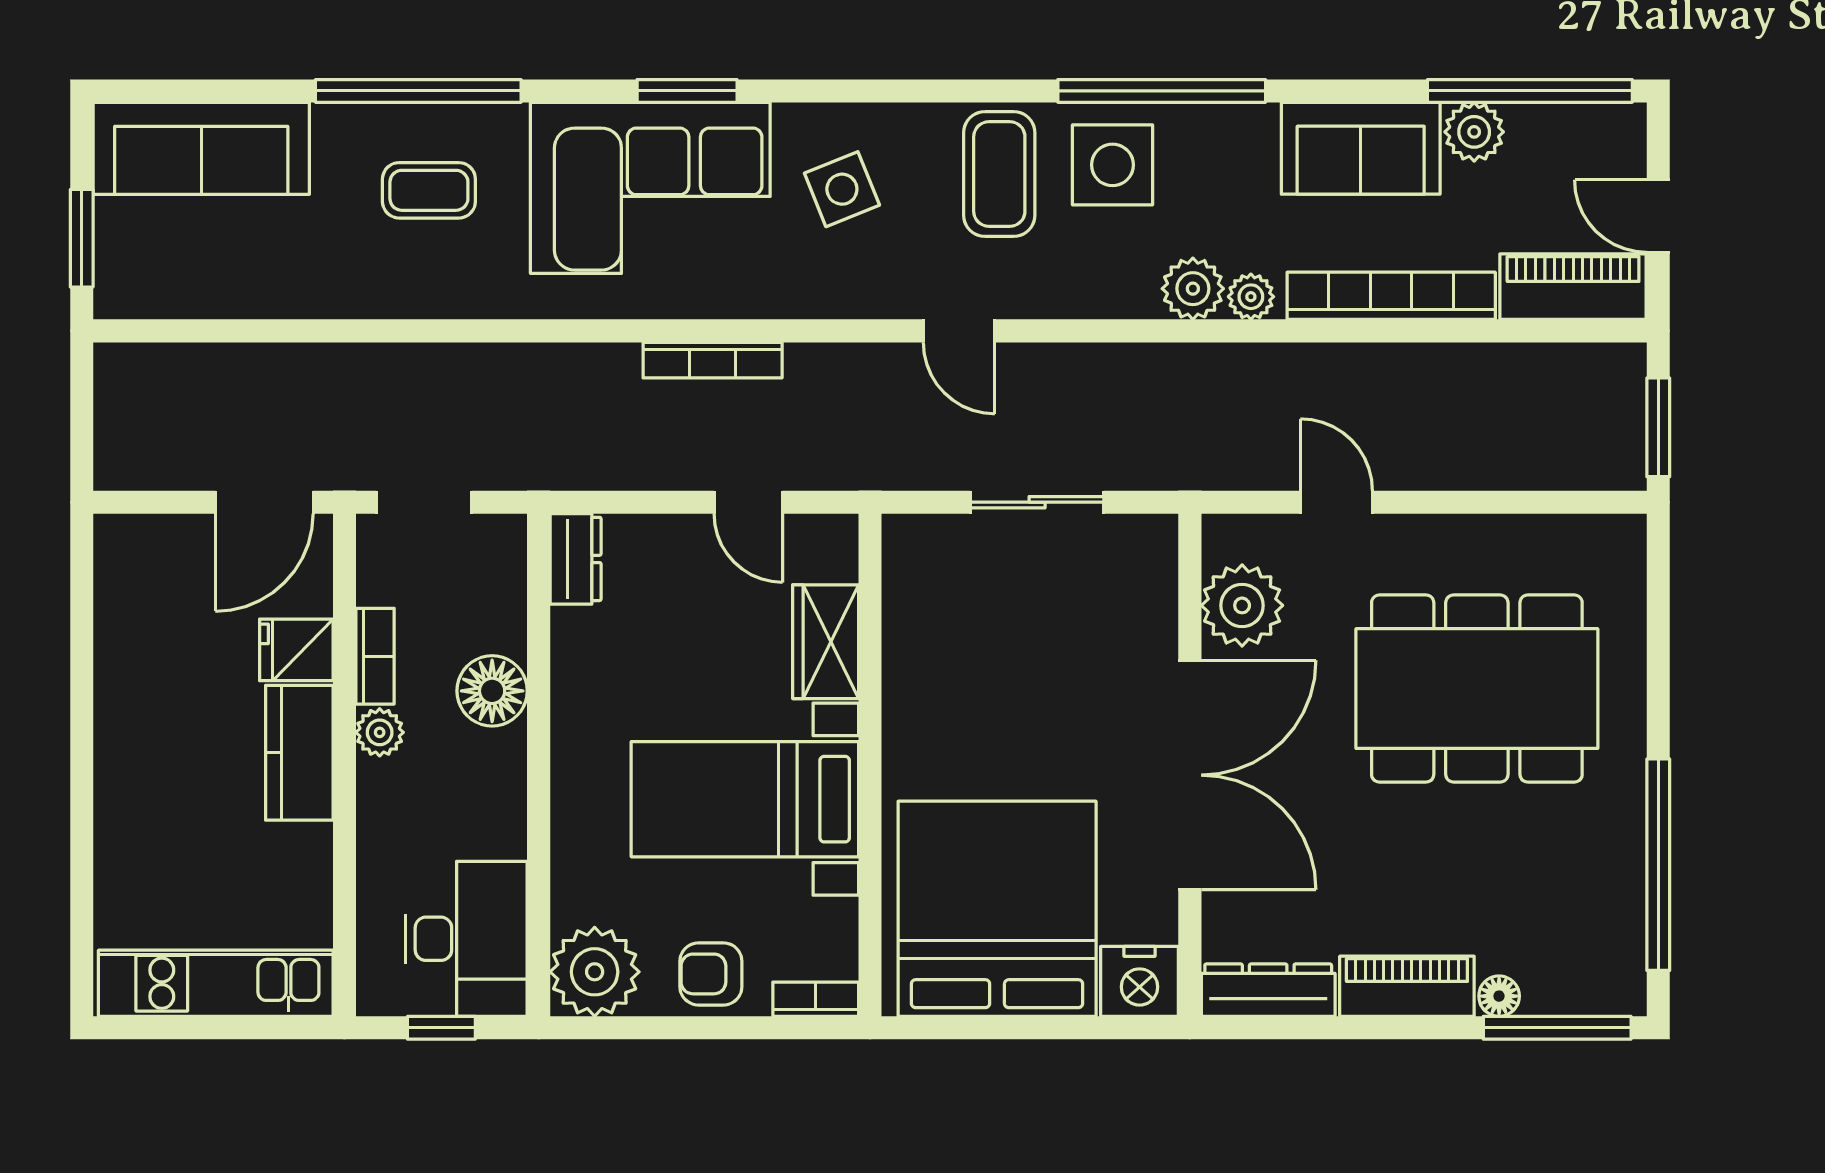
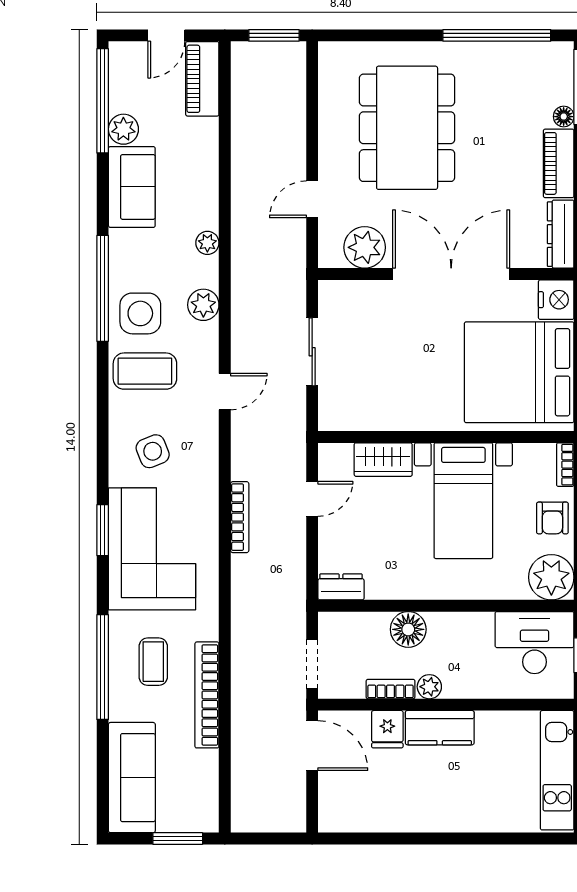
plant: (1193, 289) -> (203, 305), moved
bookcase: (1391, 296) -> (207, 695), moved

